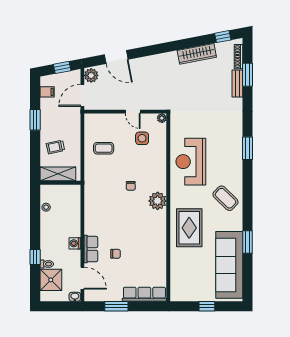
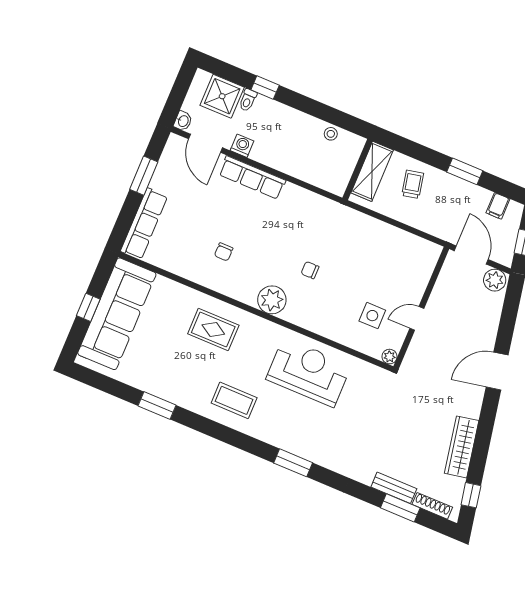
door: (116, 57) -> (497, 371), moved
coffee table: (104, 148) -> (381, 254), removed
coffee table: (226, 198) -> (234, 400), turned 46
rug: (189, 228) -> (213, 330), width x0.73, depth x0.70
washing machine: (75, 243) -> (242, 146), moved
row of seats: (91, 249) -> (252, 177), width x1.48
chair: (116, 254) -> (224, 252), moved
sofa: (229, 265) -> (117, 314), moved, turned 90
door: (82, 278) -> (205, 143), hinge flipped

